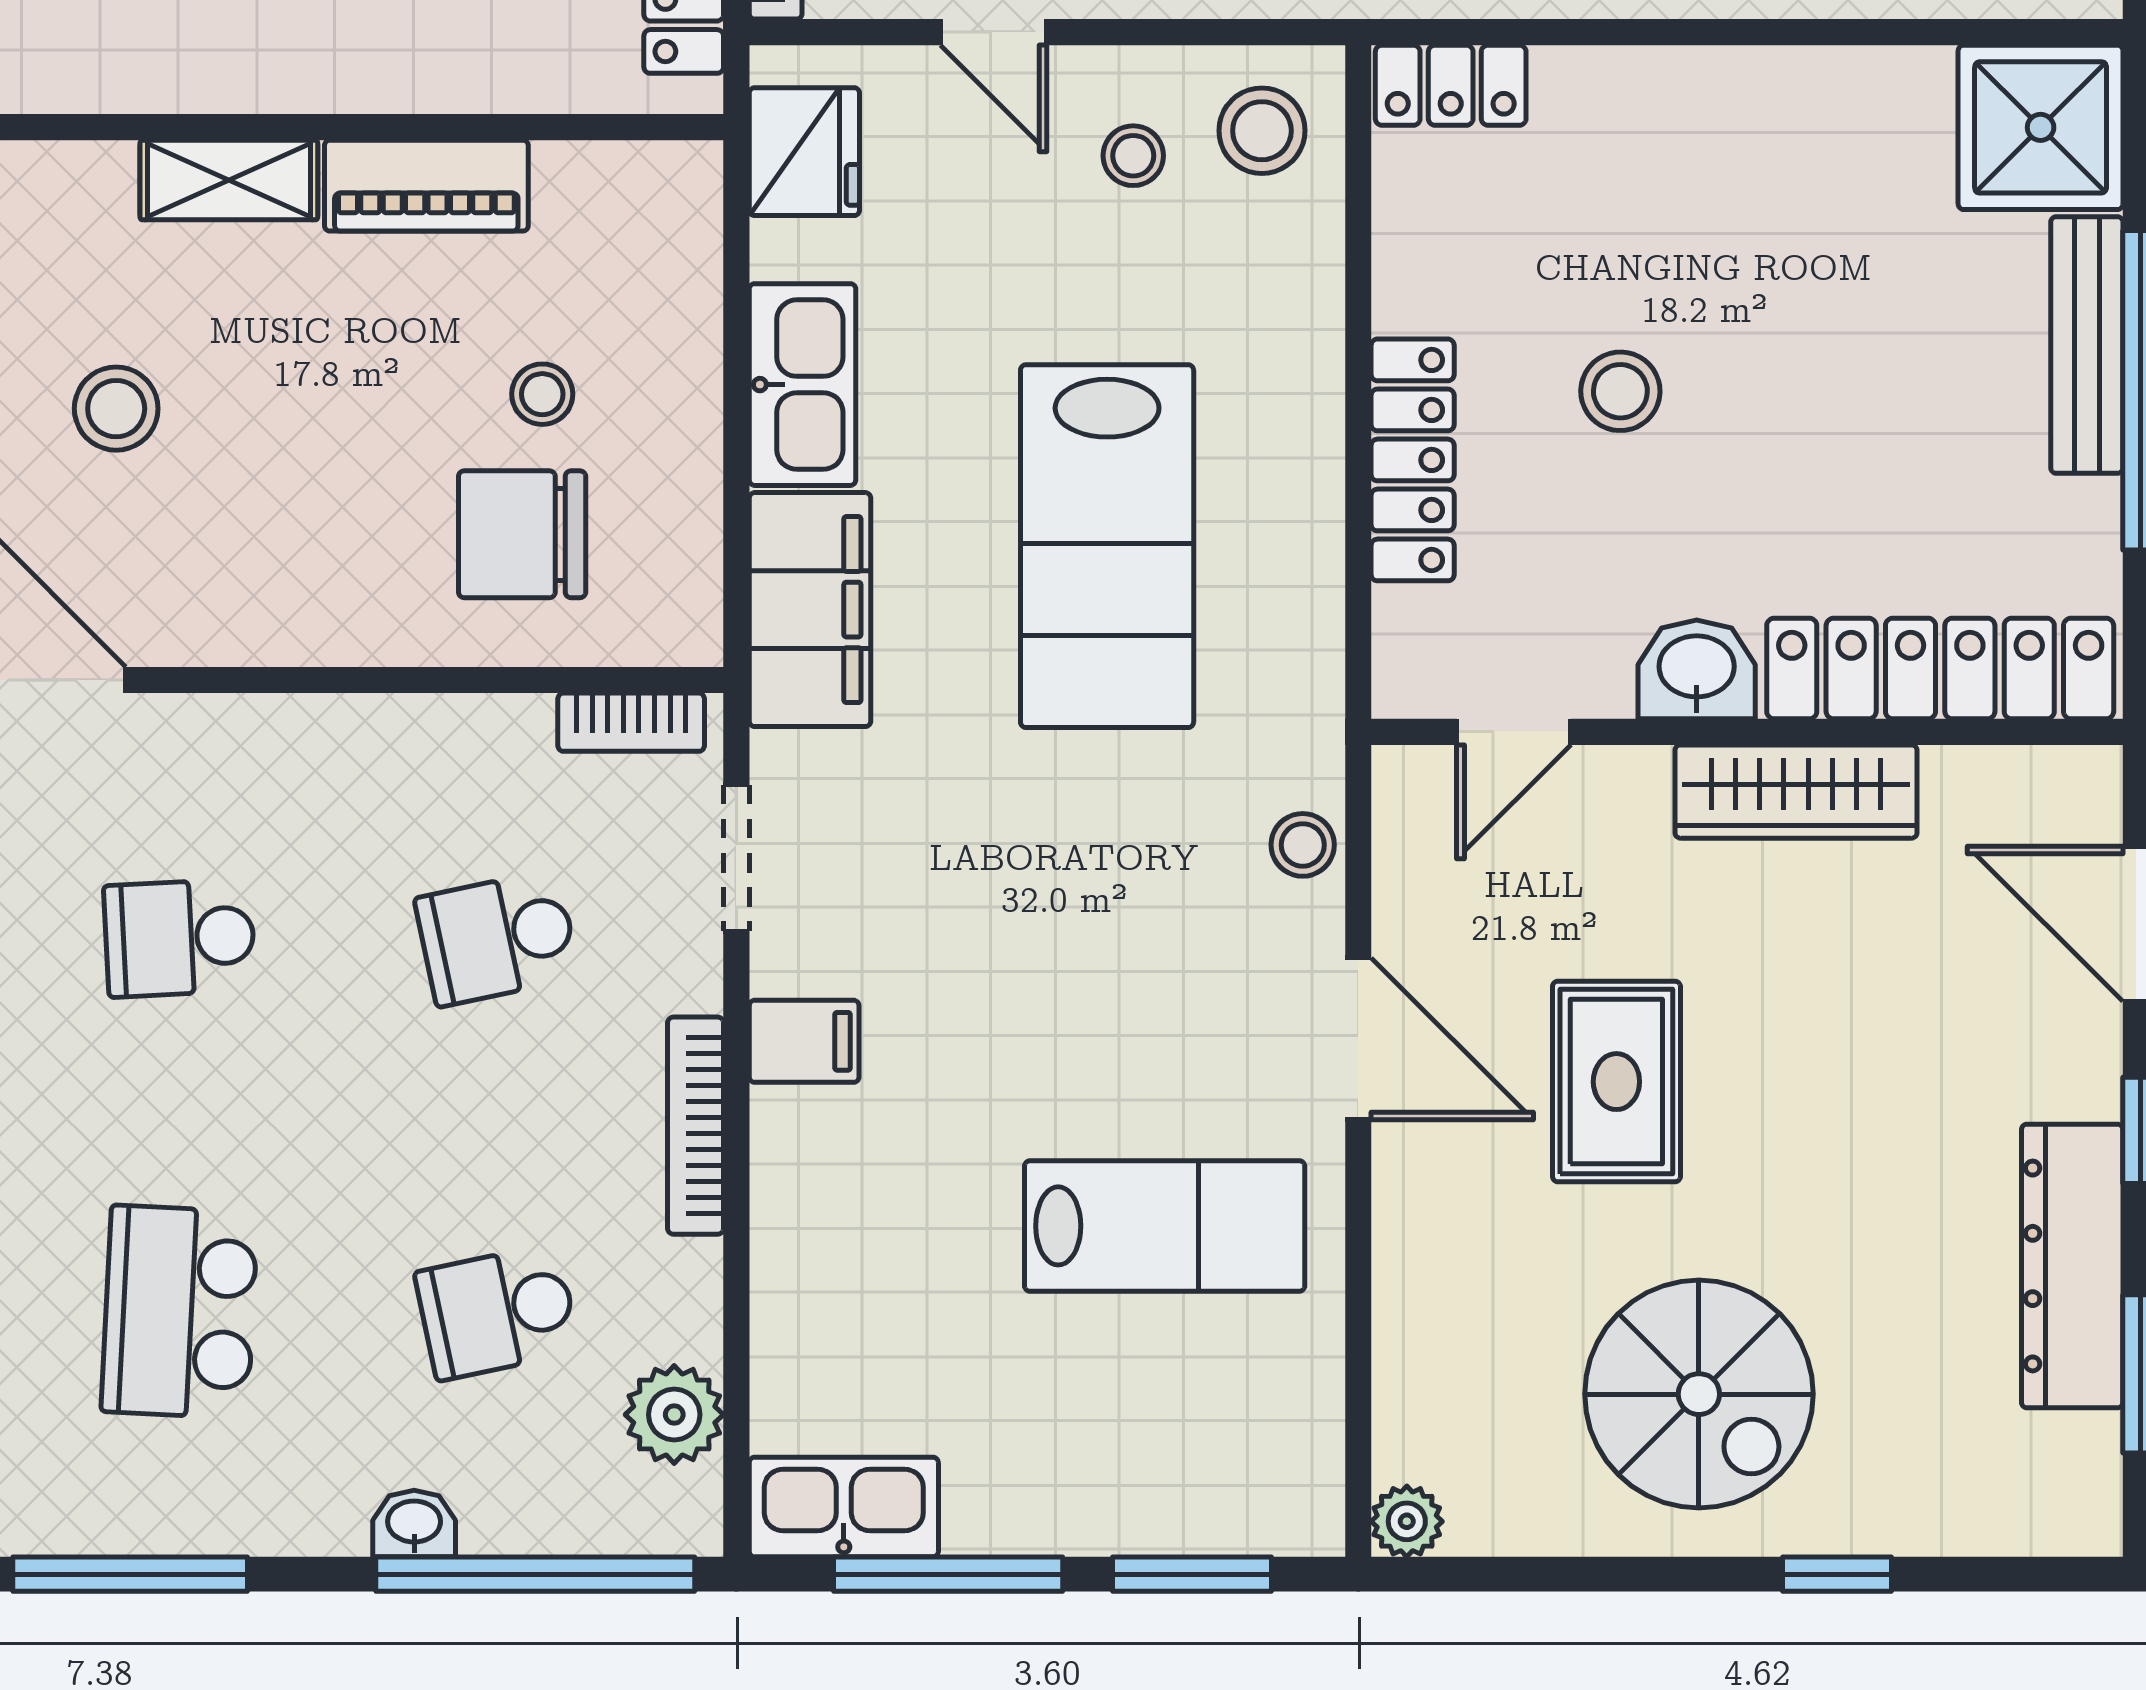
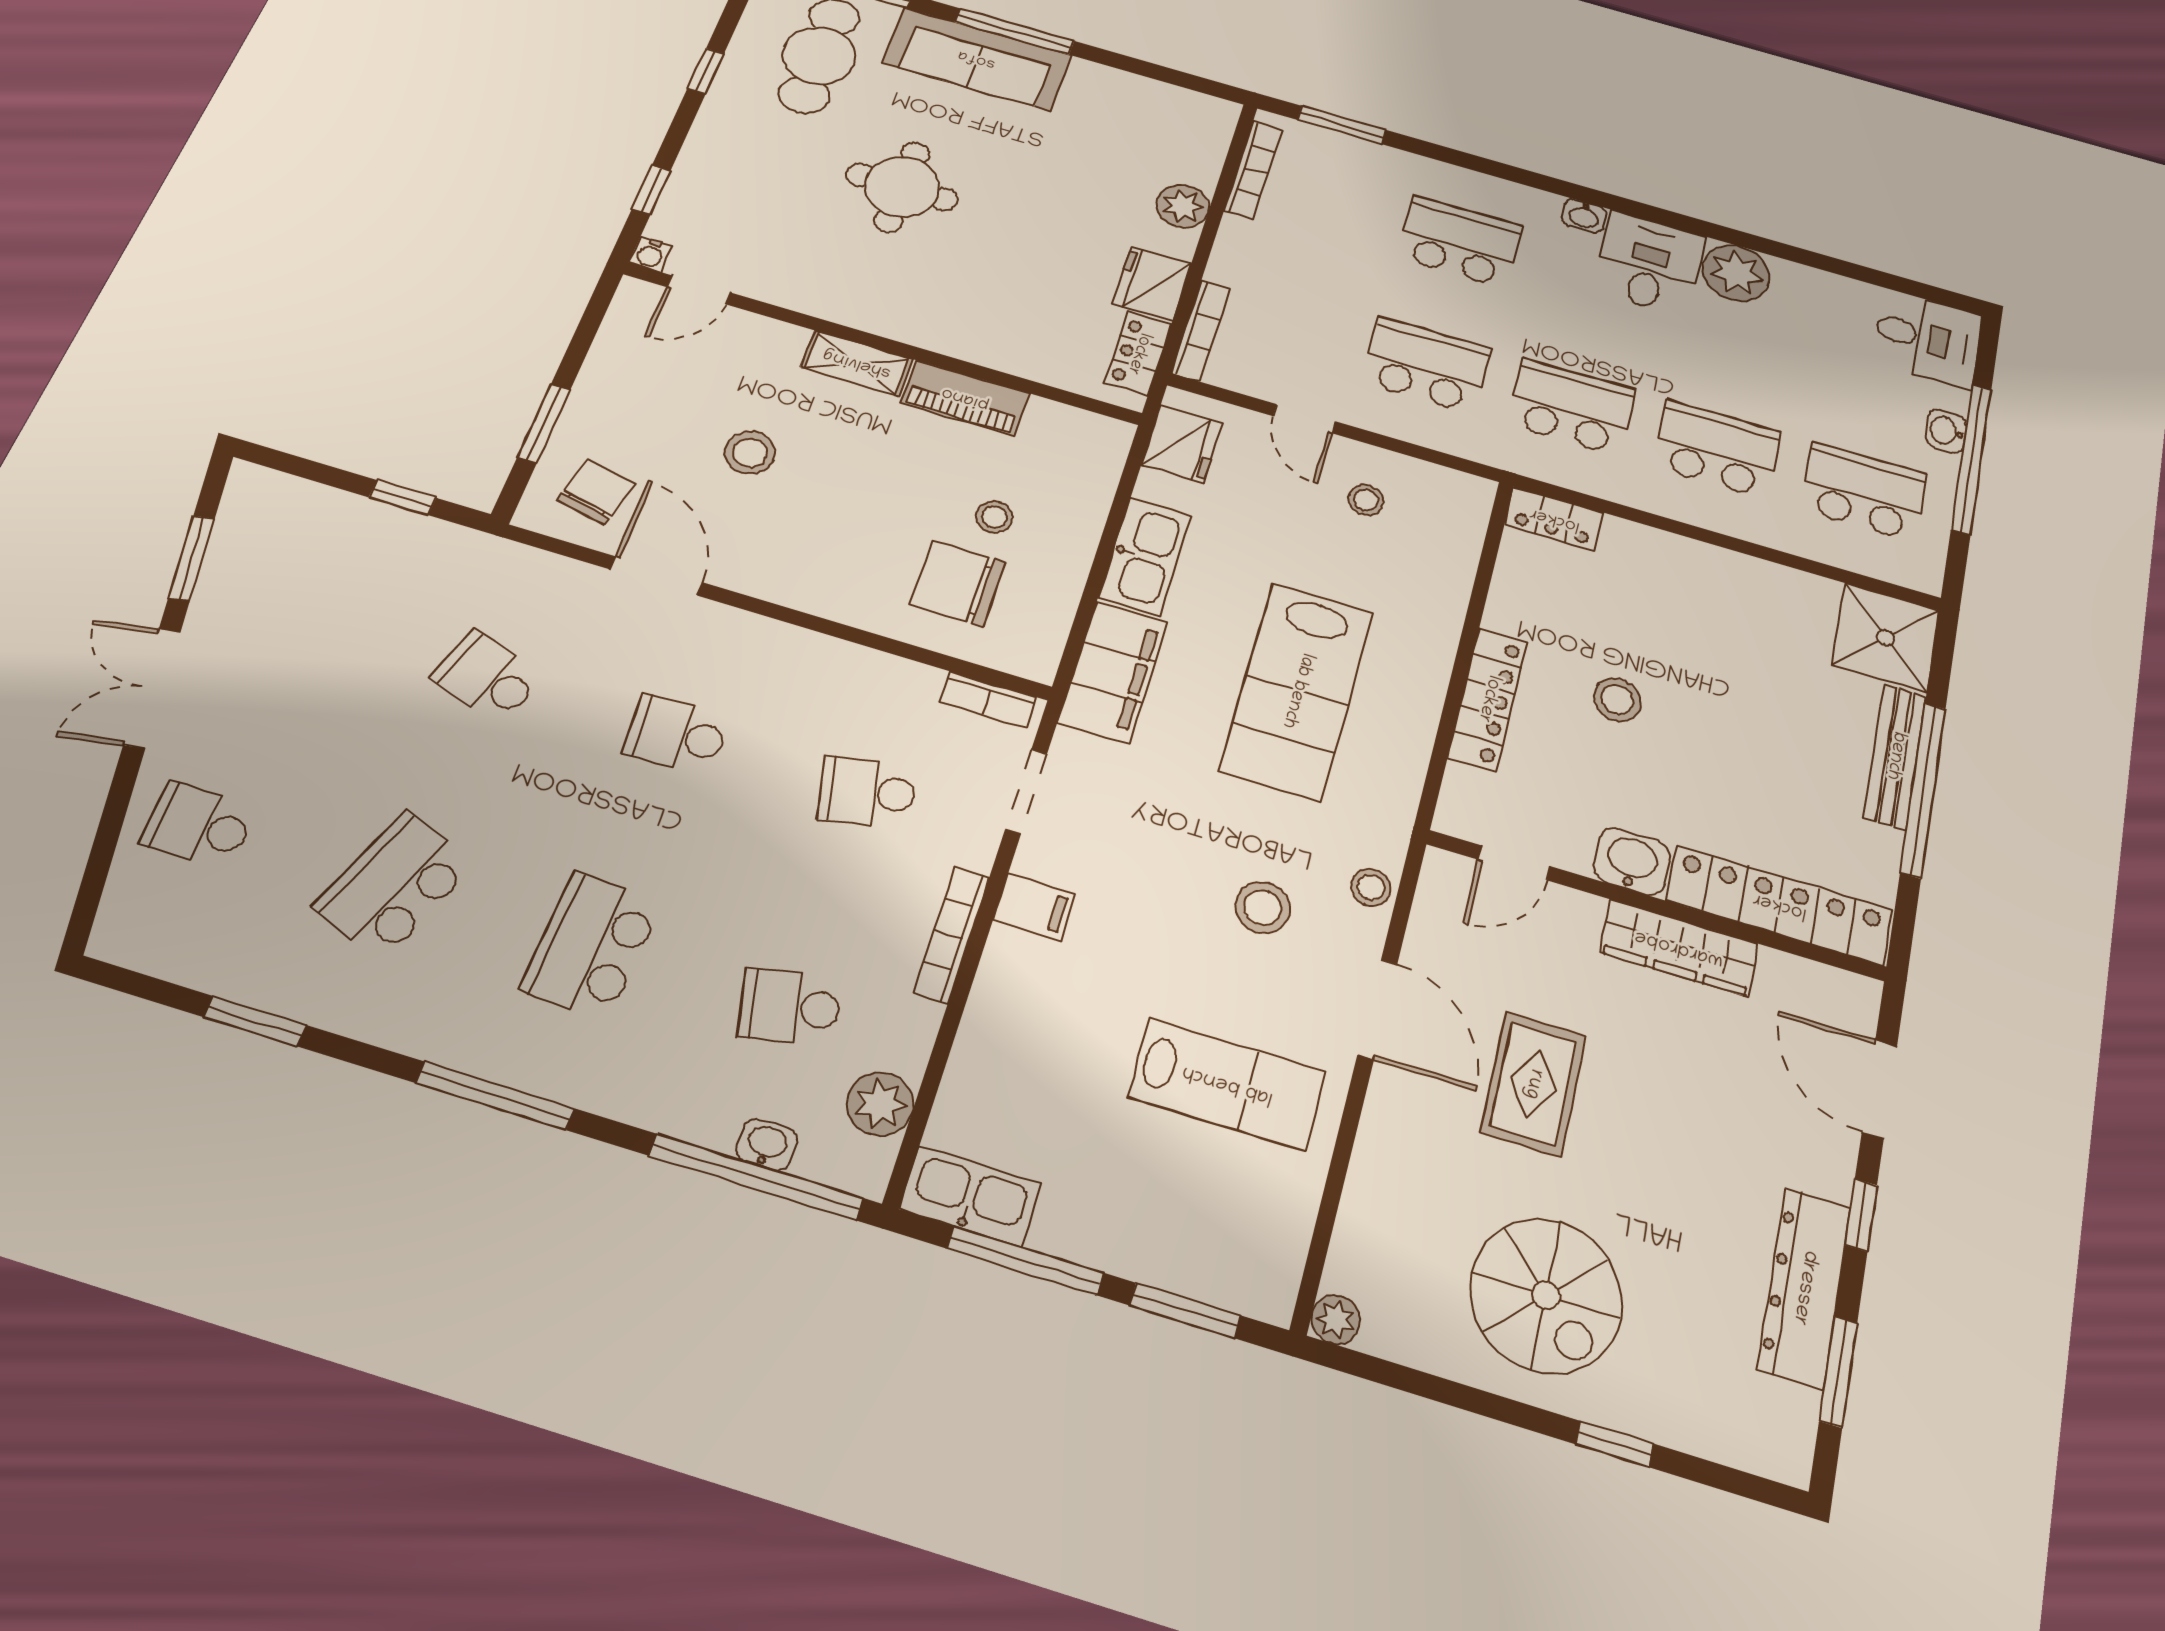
stool: (1262, 131) -> (1263, 908), moved
washbasin: (414, 1524) -> (767, 1145), moved

